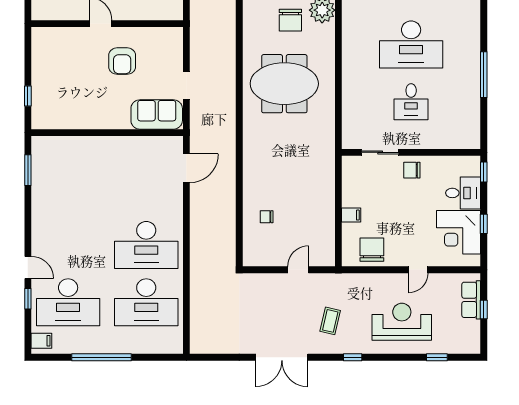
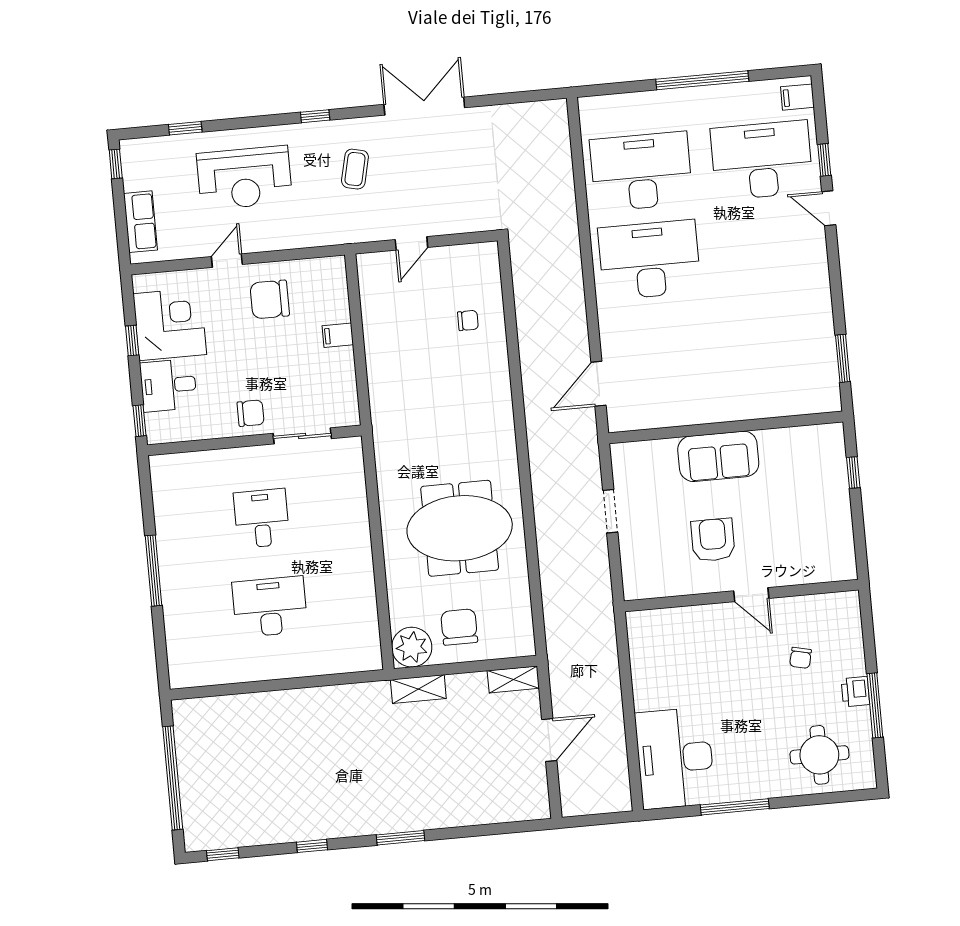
desk: (411, 44) -> (270, 607), width x0.73, depth x0.77
sofa: (157, 114) -> (718, 456), moved
chair: (372, 250) -> (270, 299), moved, turned 90
window: (484, 309) -> (116, 164), moved

